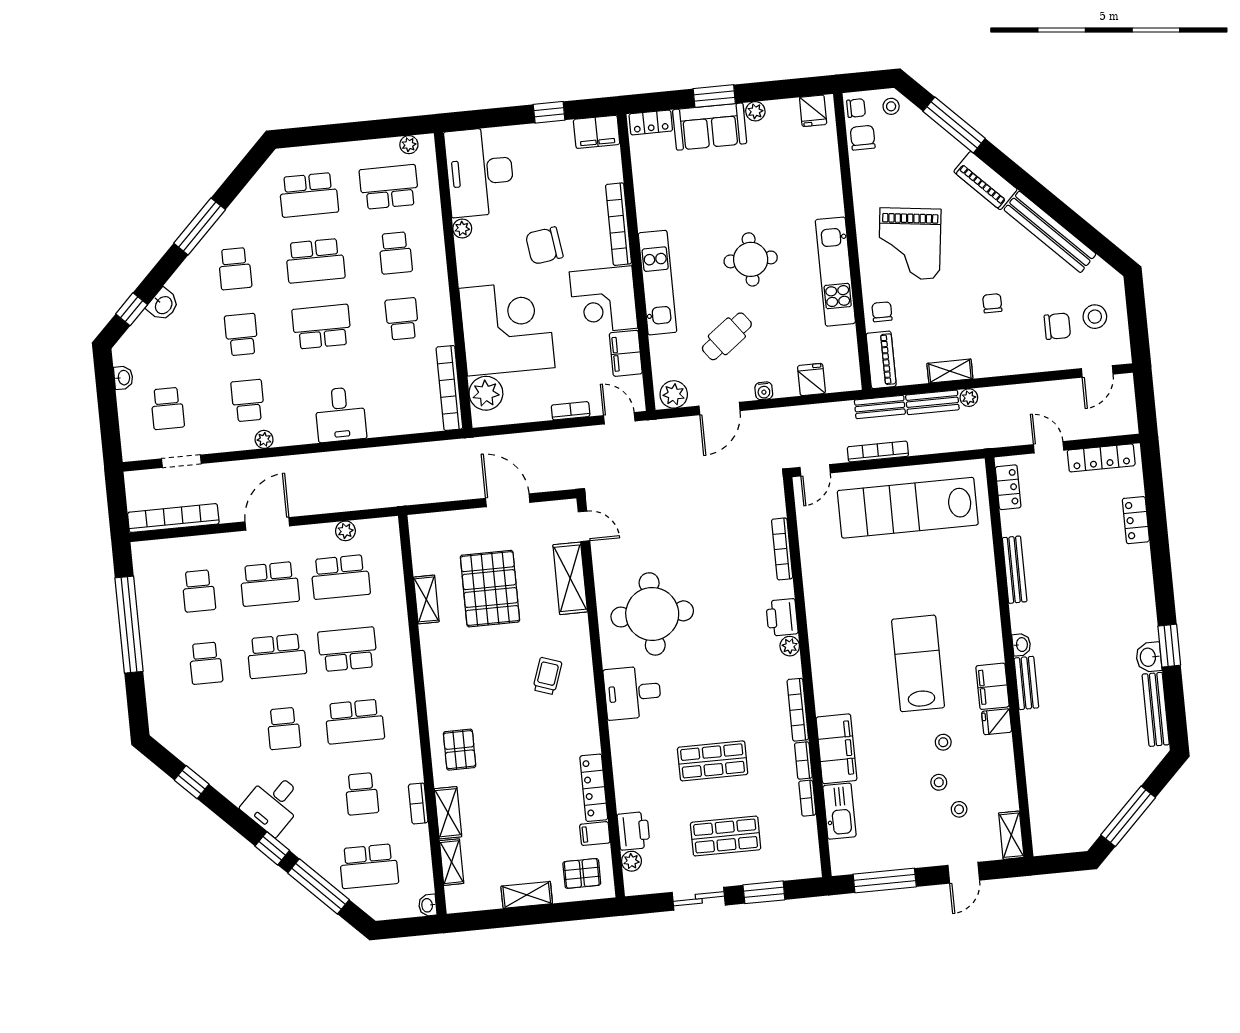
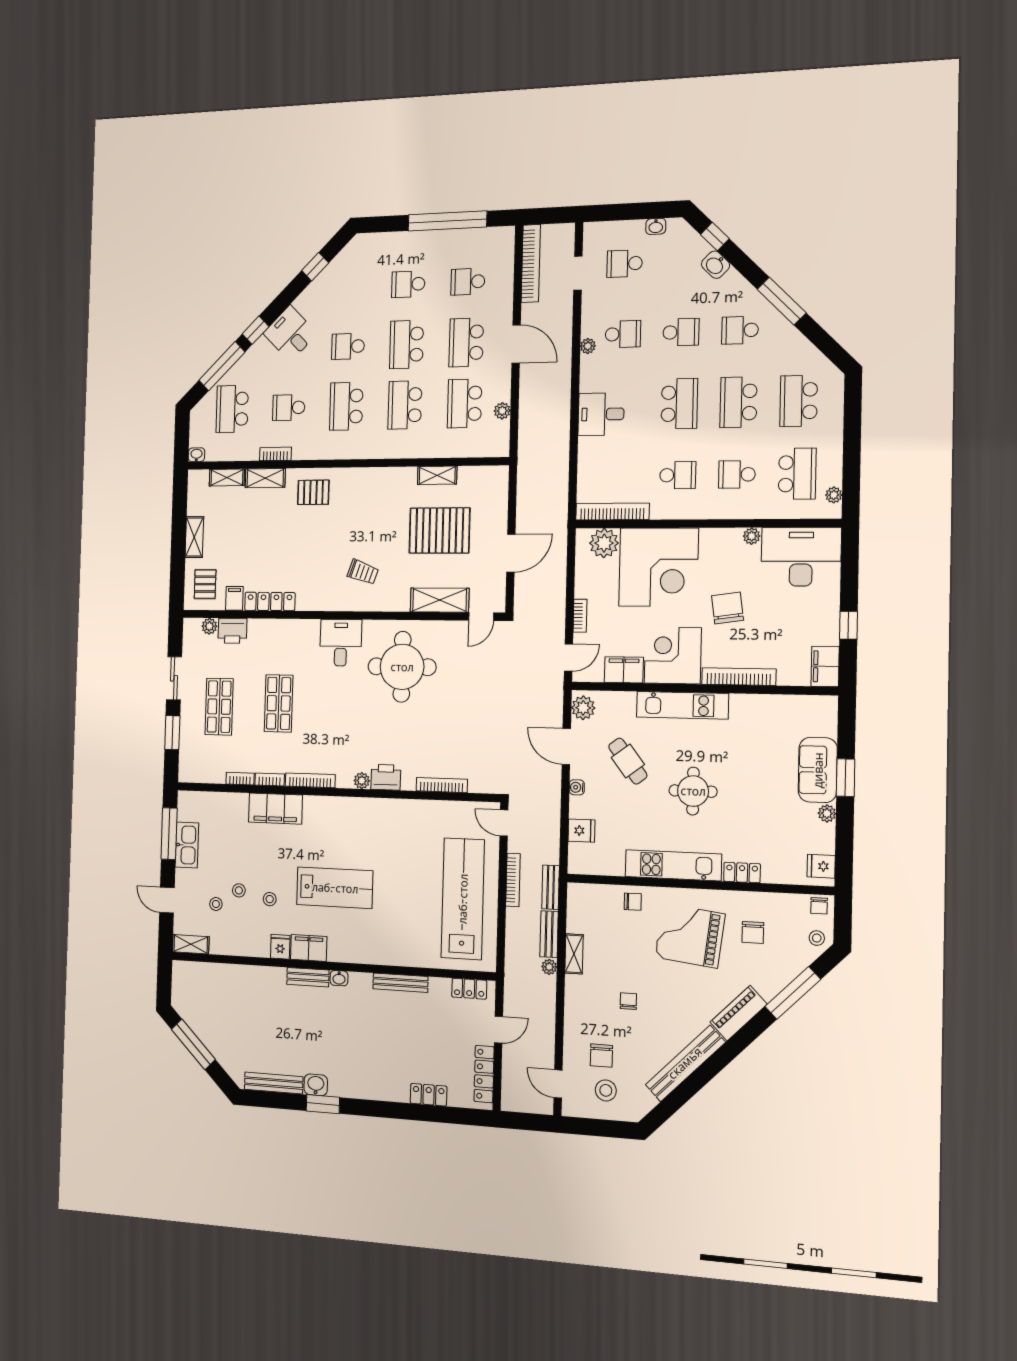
locker: (651, 122) -> (742, 873), moved, turned 90
chair: (863, 138) -> (753, 932), moved, turned 90
chair: (992, 303) -> (628, 1001), turned -90
piano: (881, 360) -> (591, 895), removed
school desk: (348, 649) -> (405, 405), turned 180
kitchen sink: (839, 811) -> (187, 845), moved, turned -90

